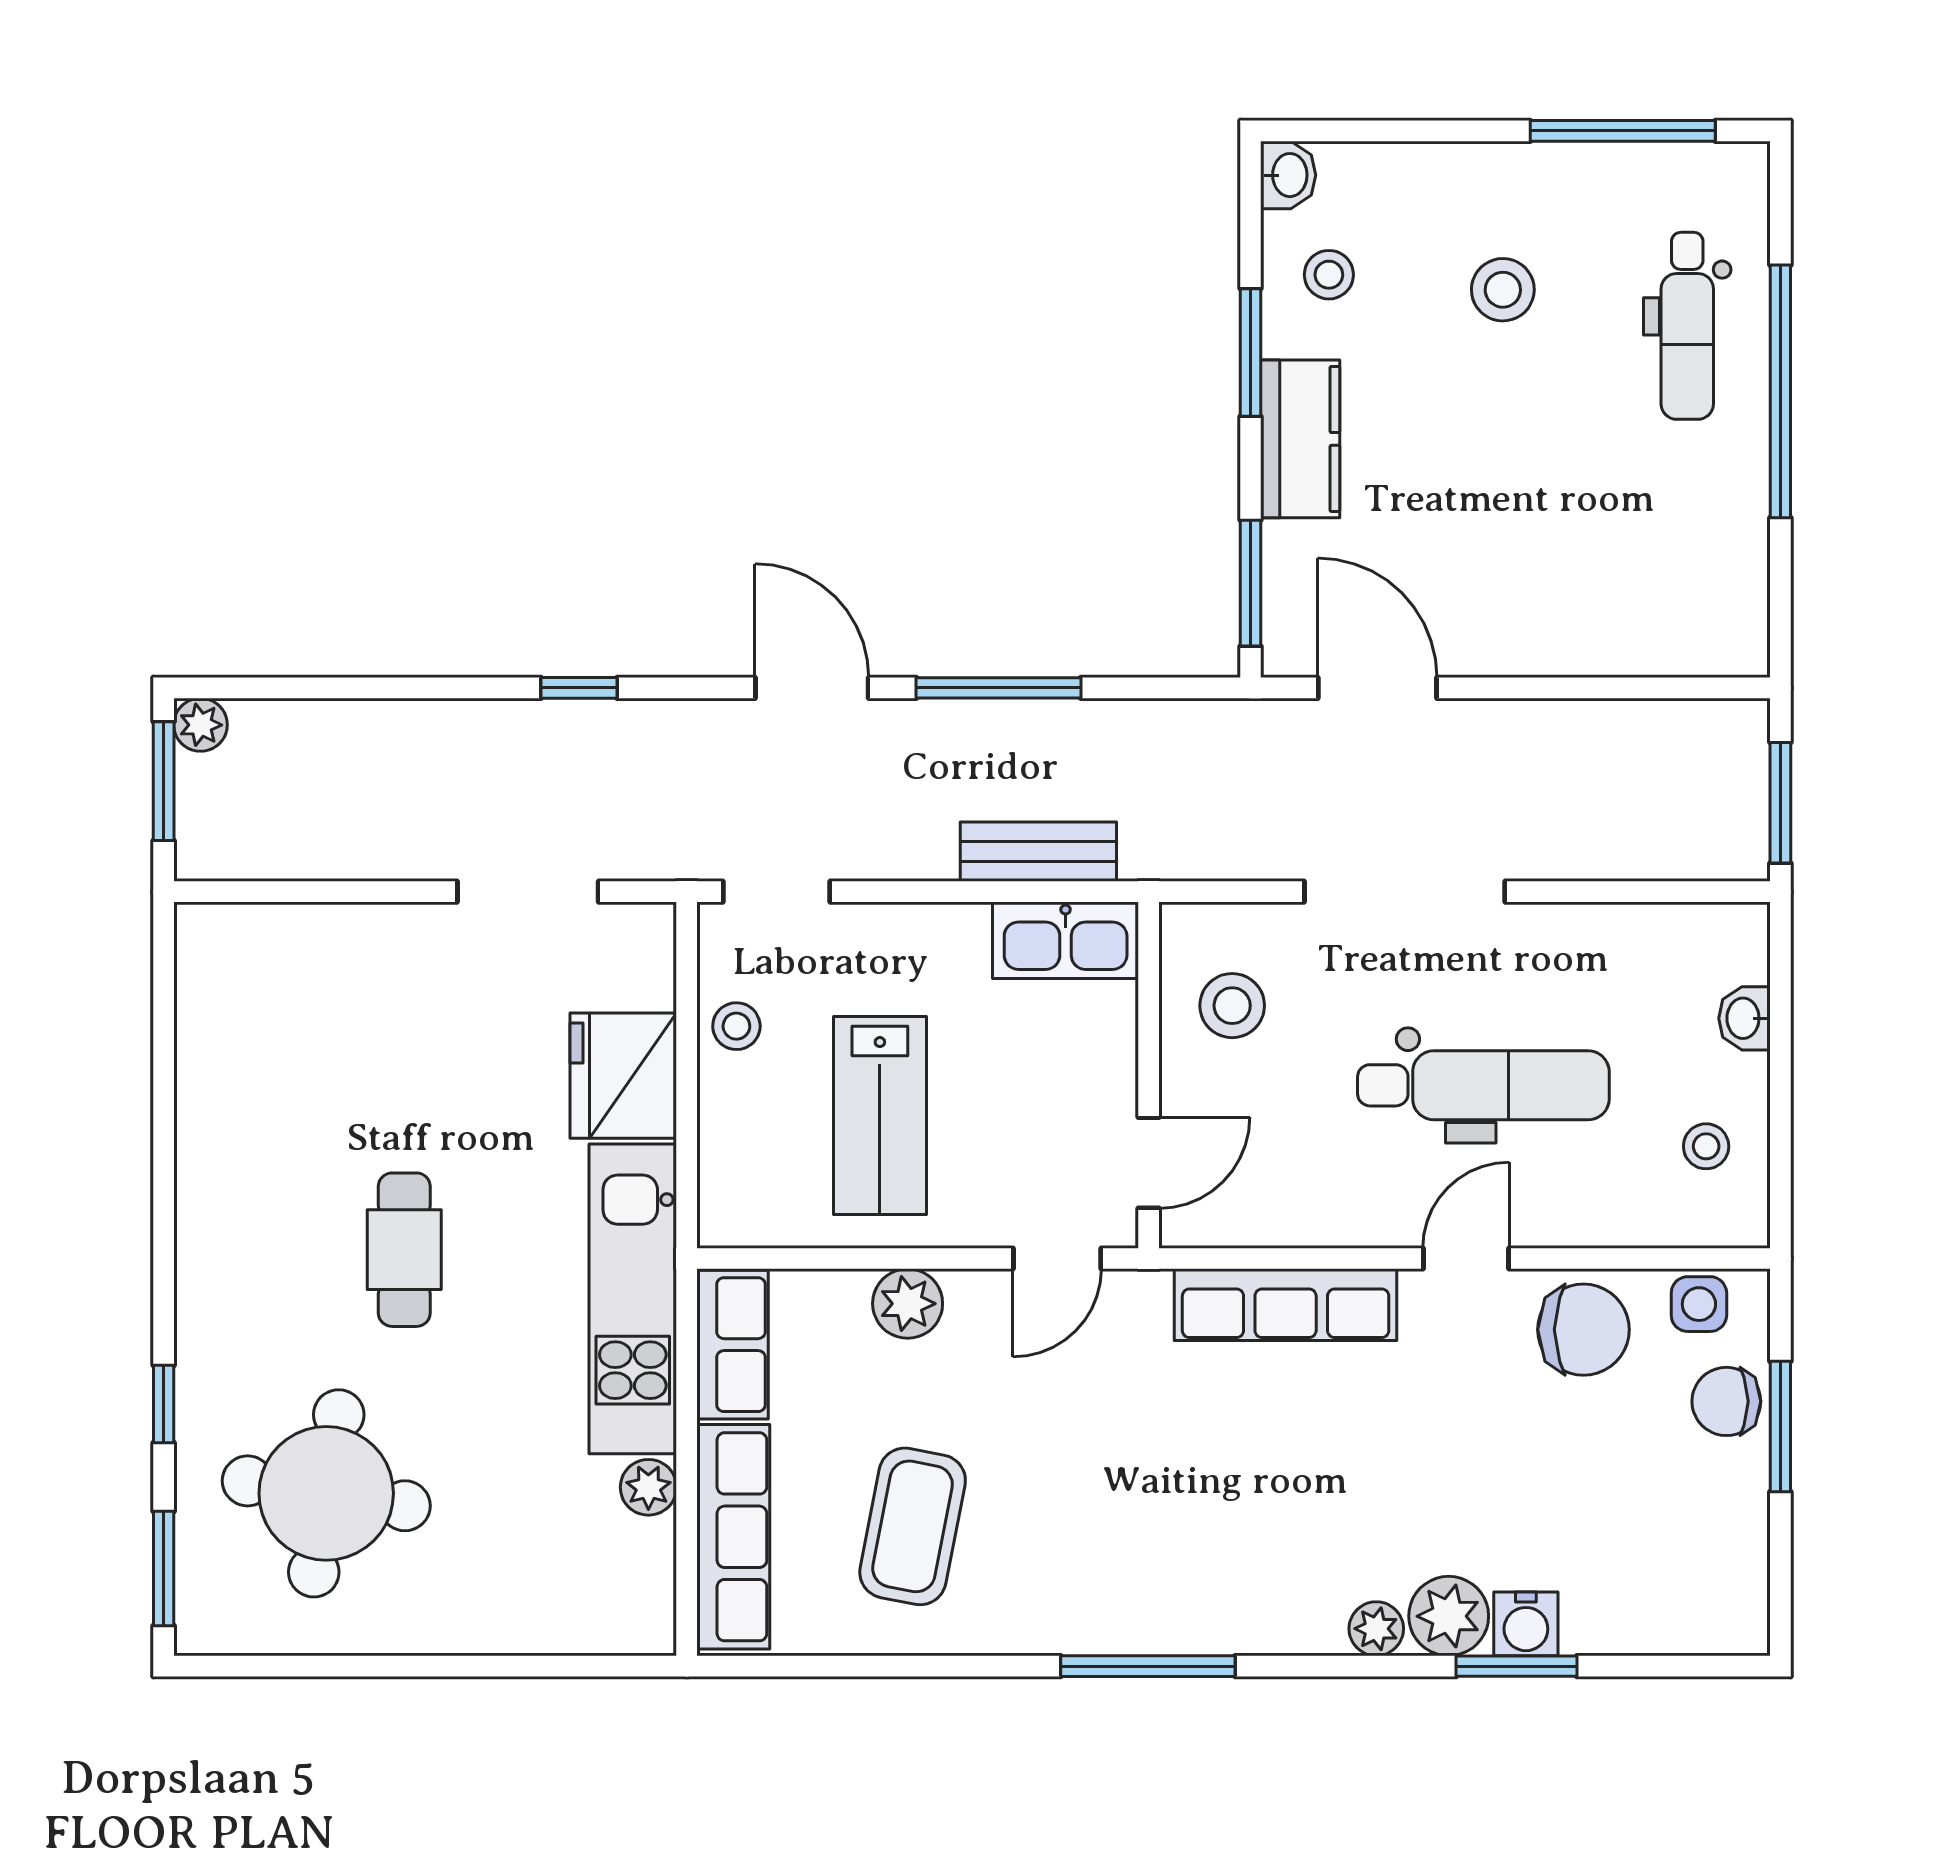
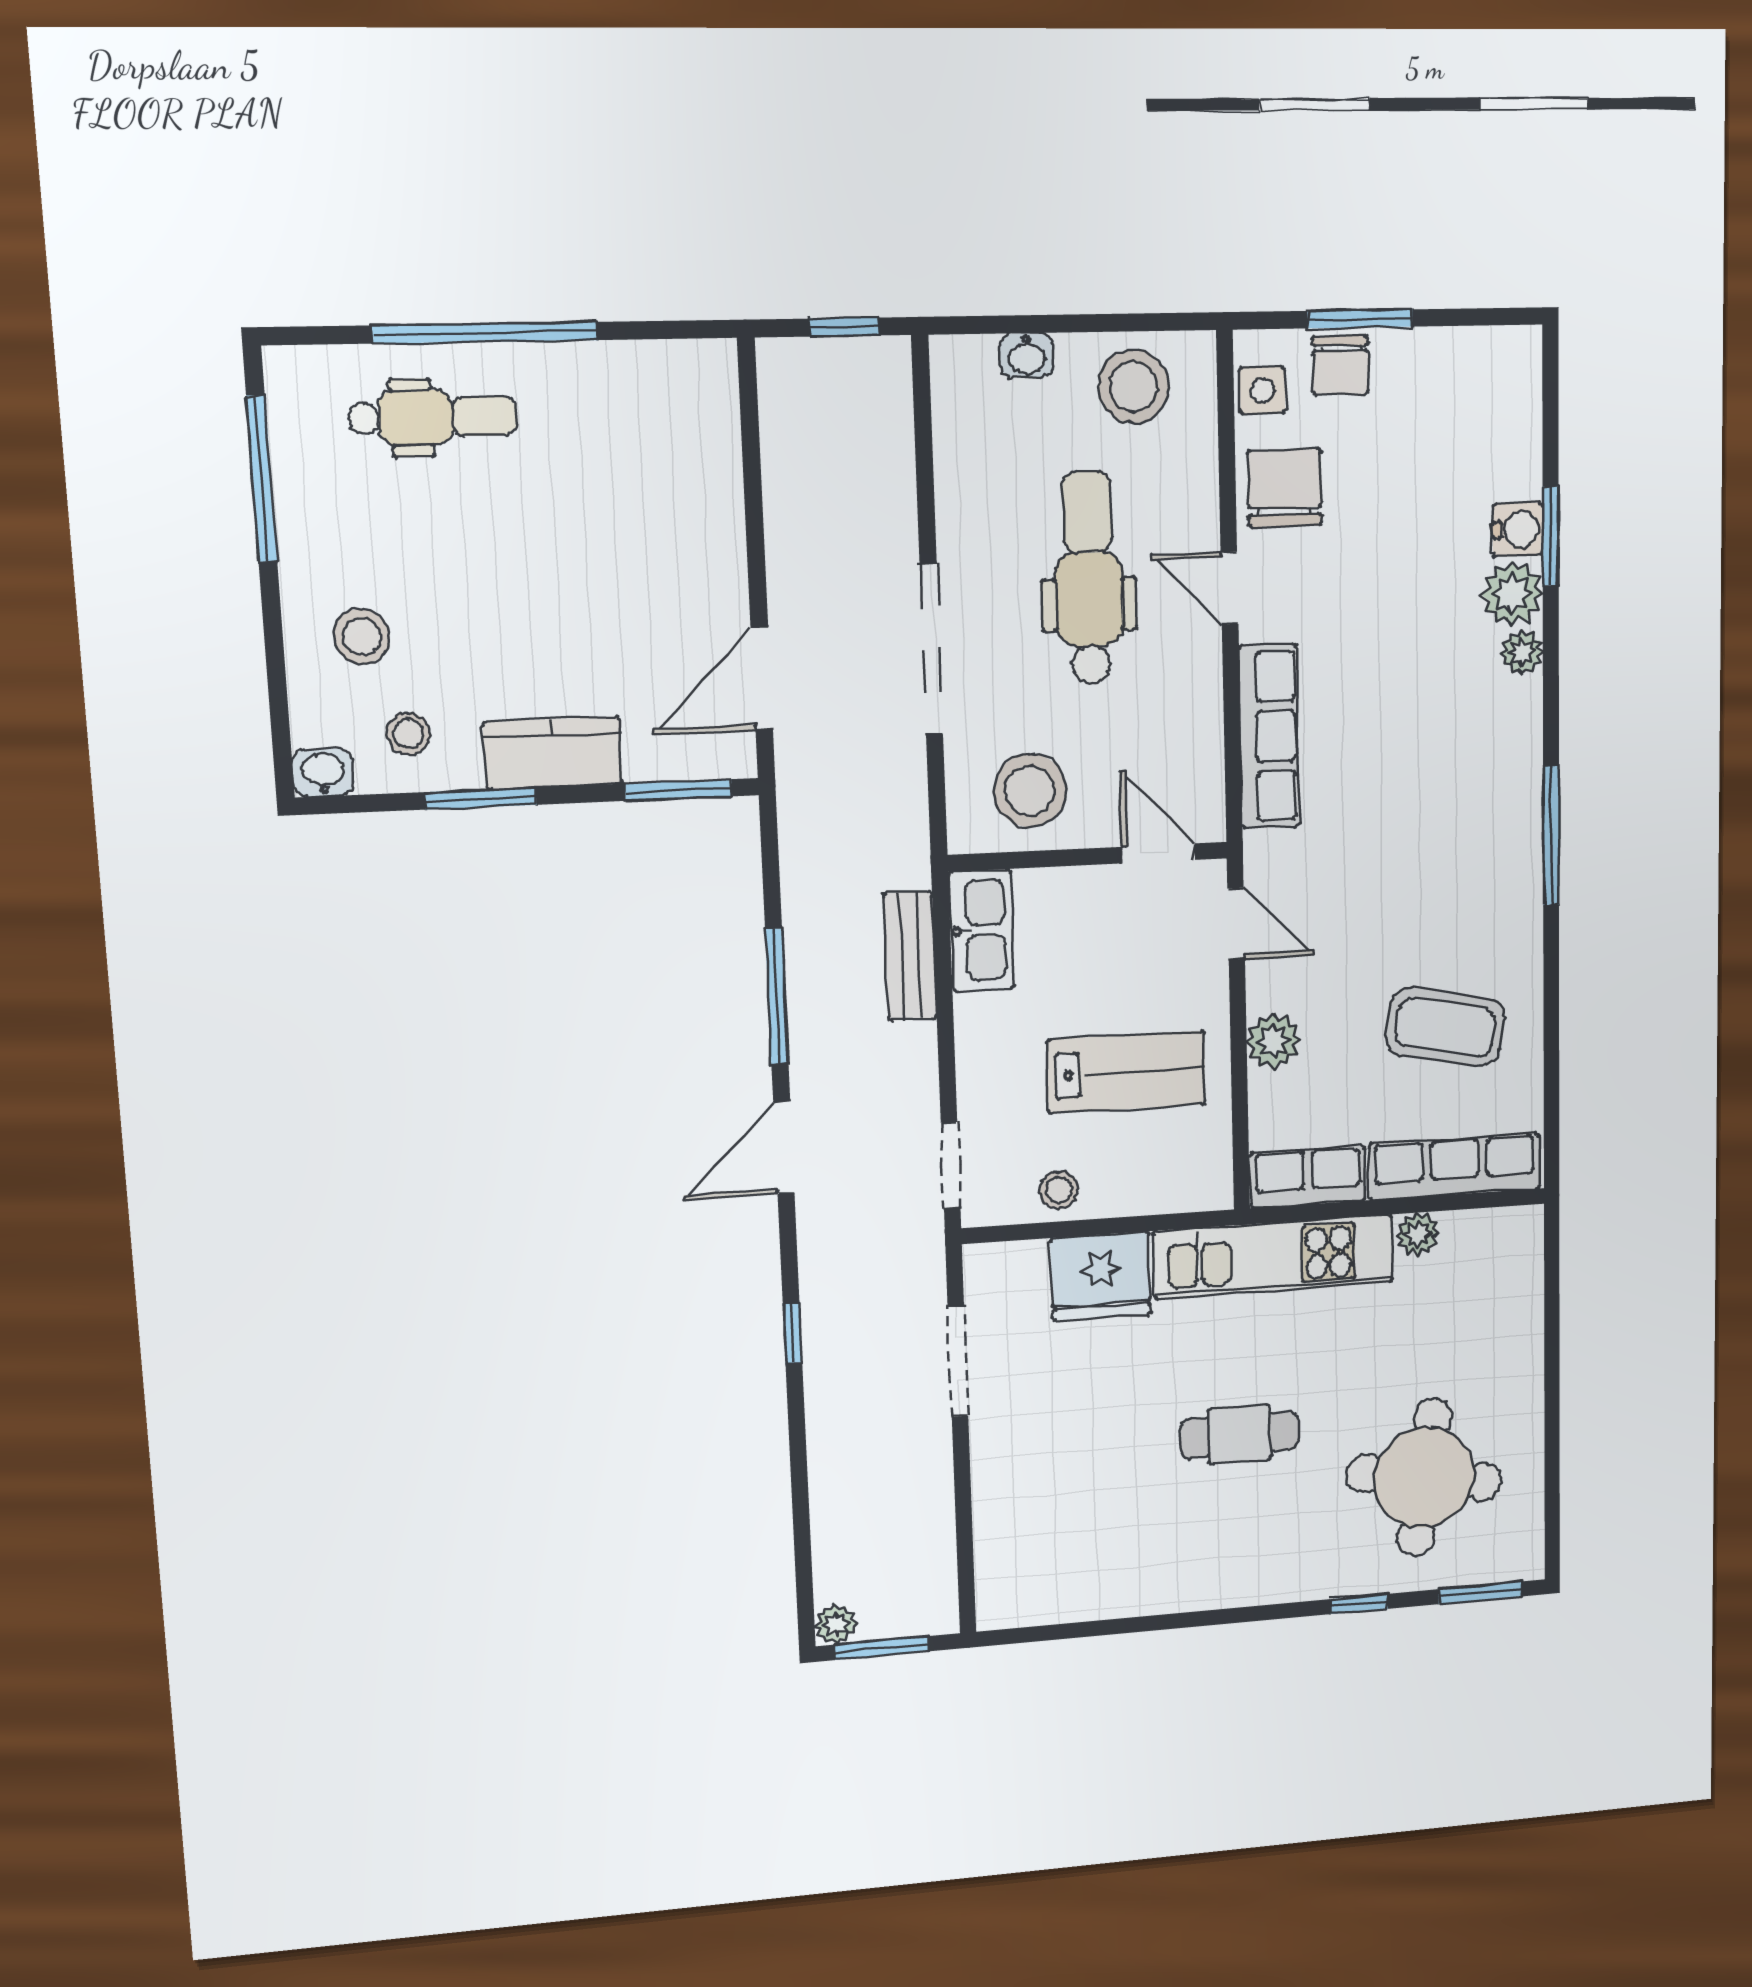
stool: (1503, 290) -> (362, 636), moved
window: (1780, 803) -> (844, 327), width x0.67
stool: (1232, 1006) -> (1030, 790), width x1.38, depth x1.38
stool: (1706, 1146) -> (1134, 387), width x1.89, depth x1.89

